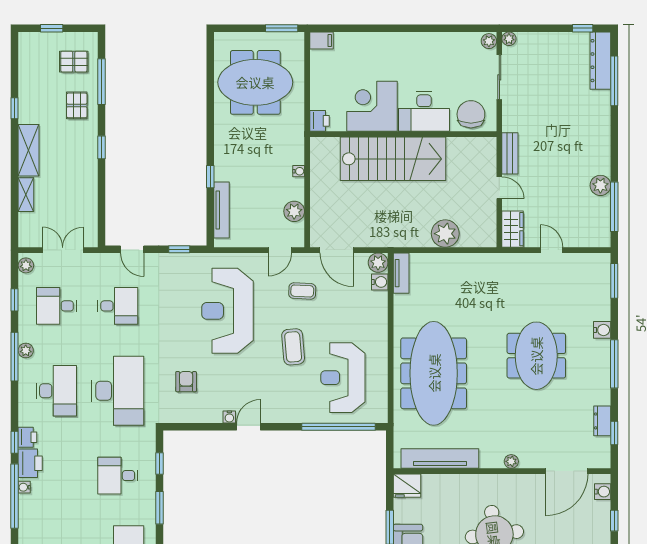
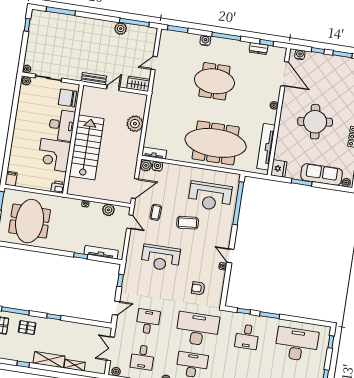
dresser: (600, 61) -> (48, 17), removed
reception desk: (227, 311) -> (161, 258), width x0.74, depth x0.77

